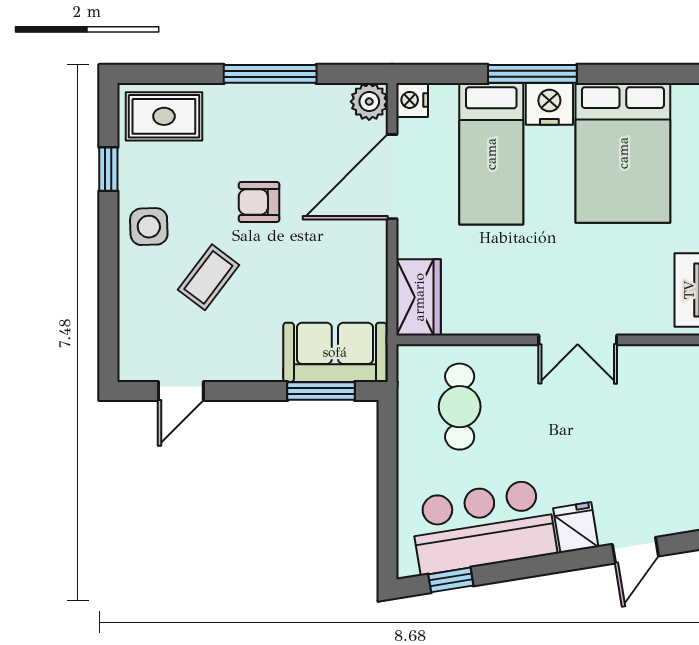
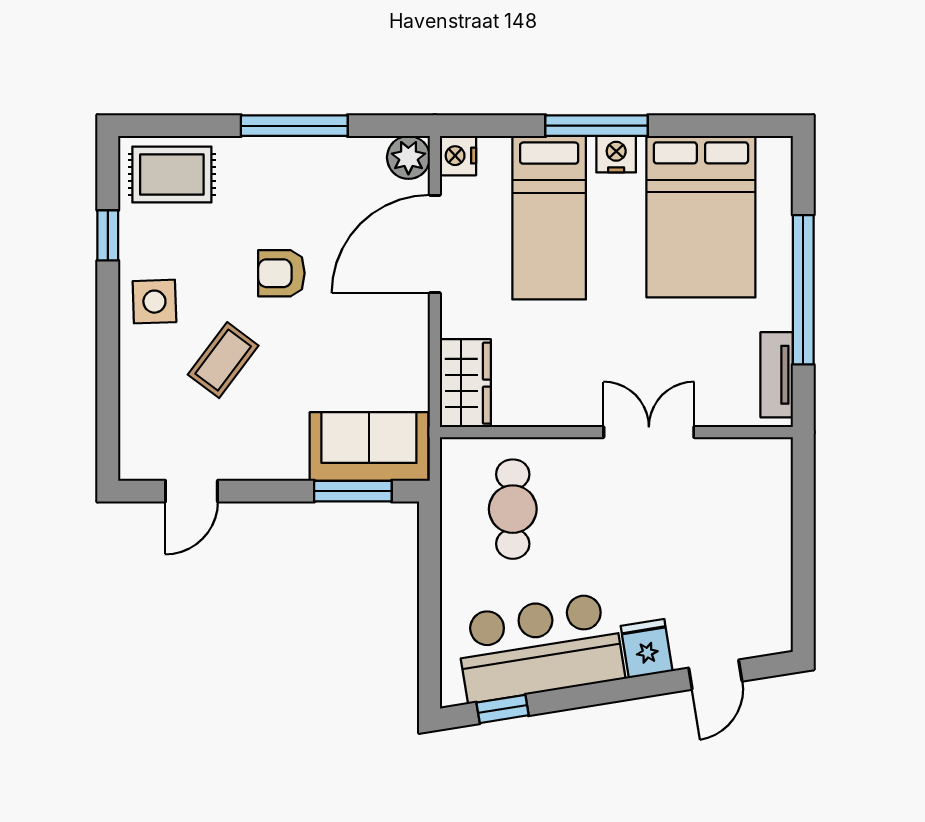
nightstand: (549, 104) -> (616, 154), width x0.74, depth x0.75
double door: (578, 340) -> (649, 432), swing flipped

